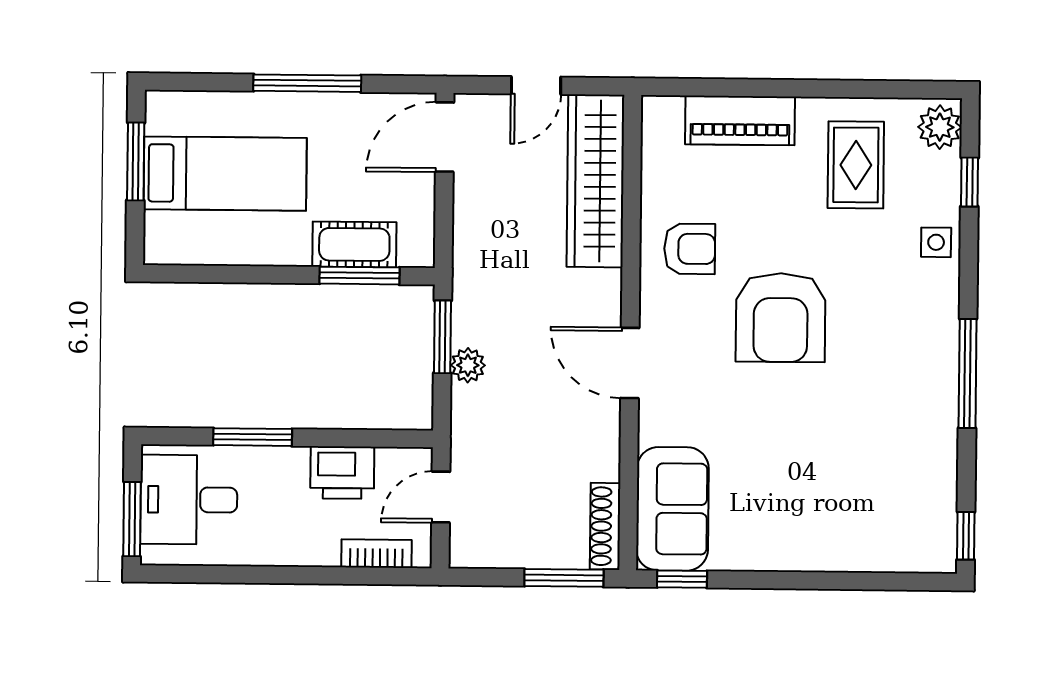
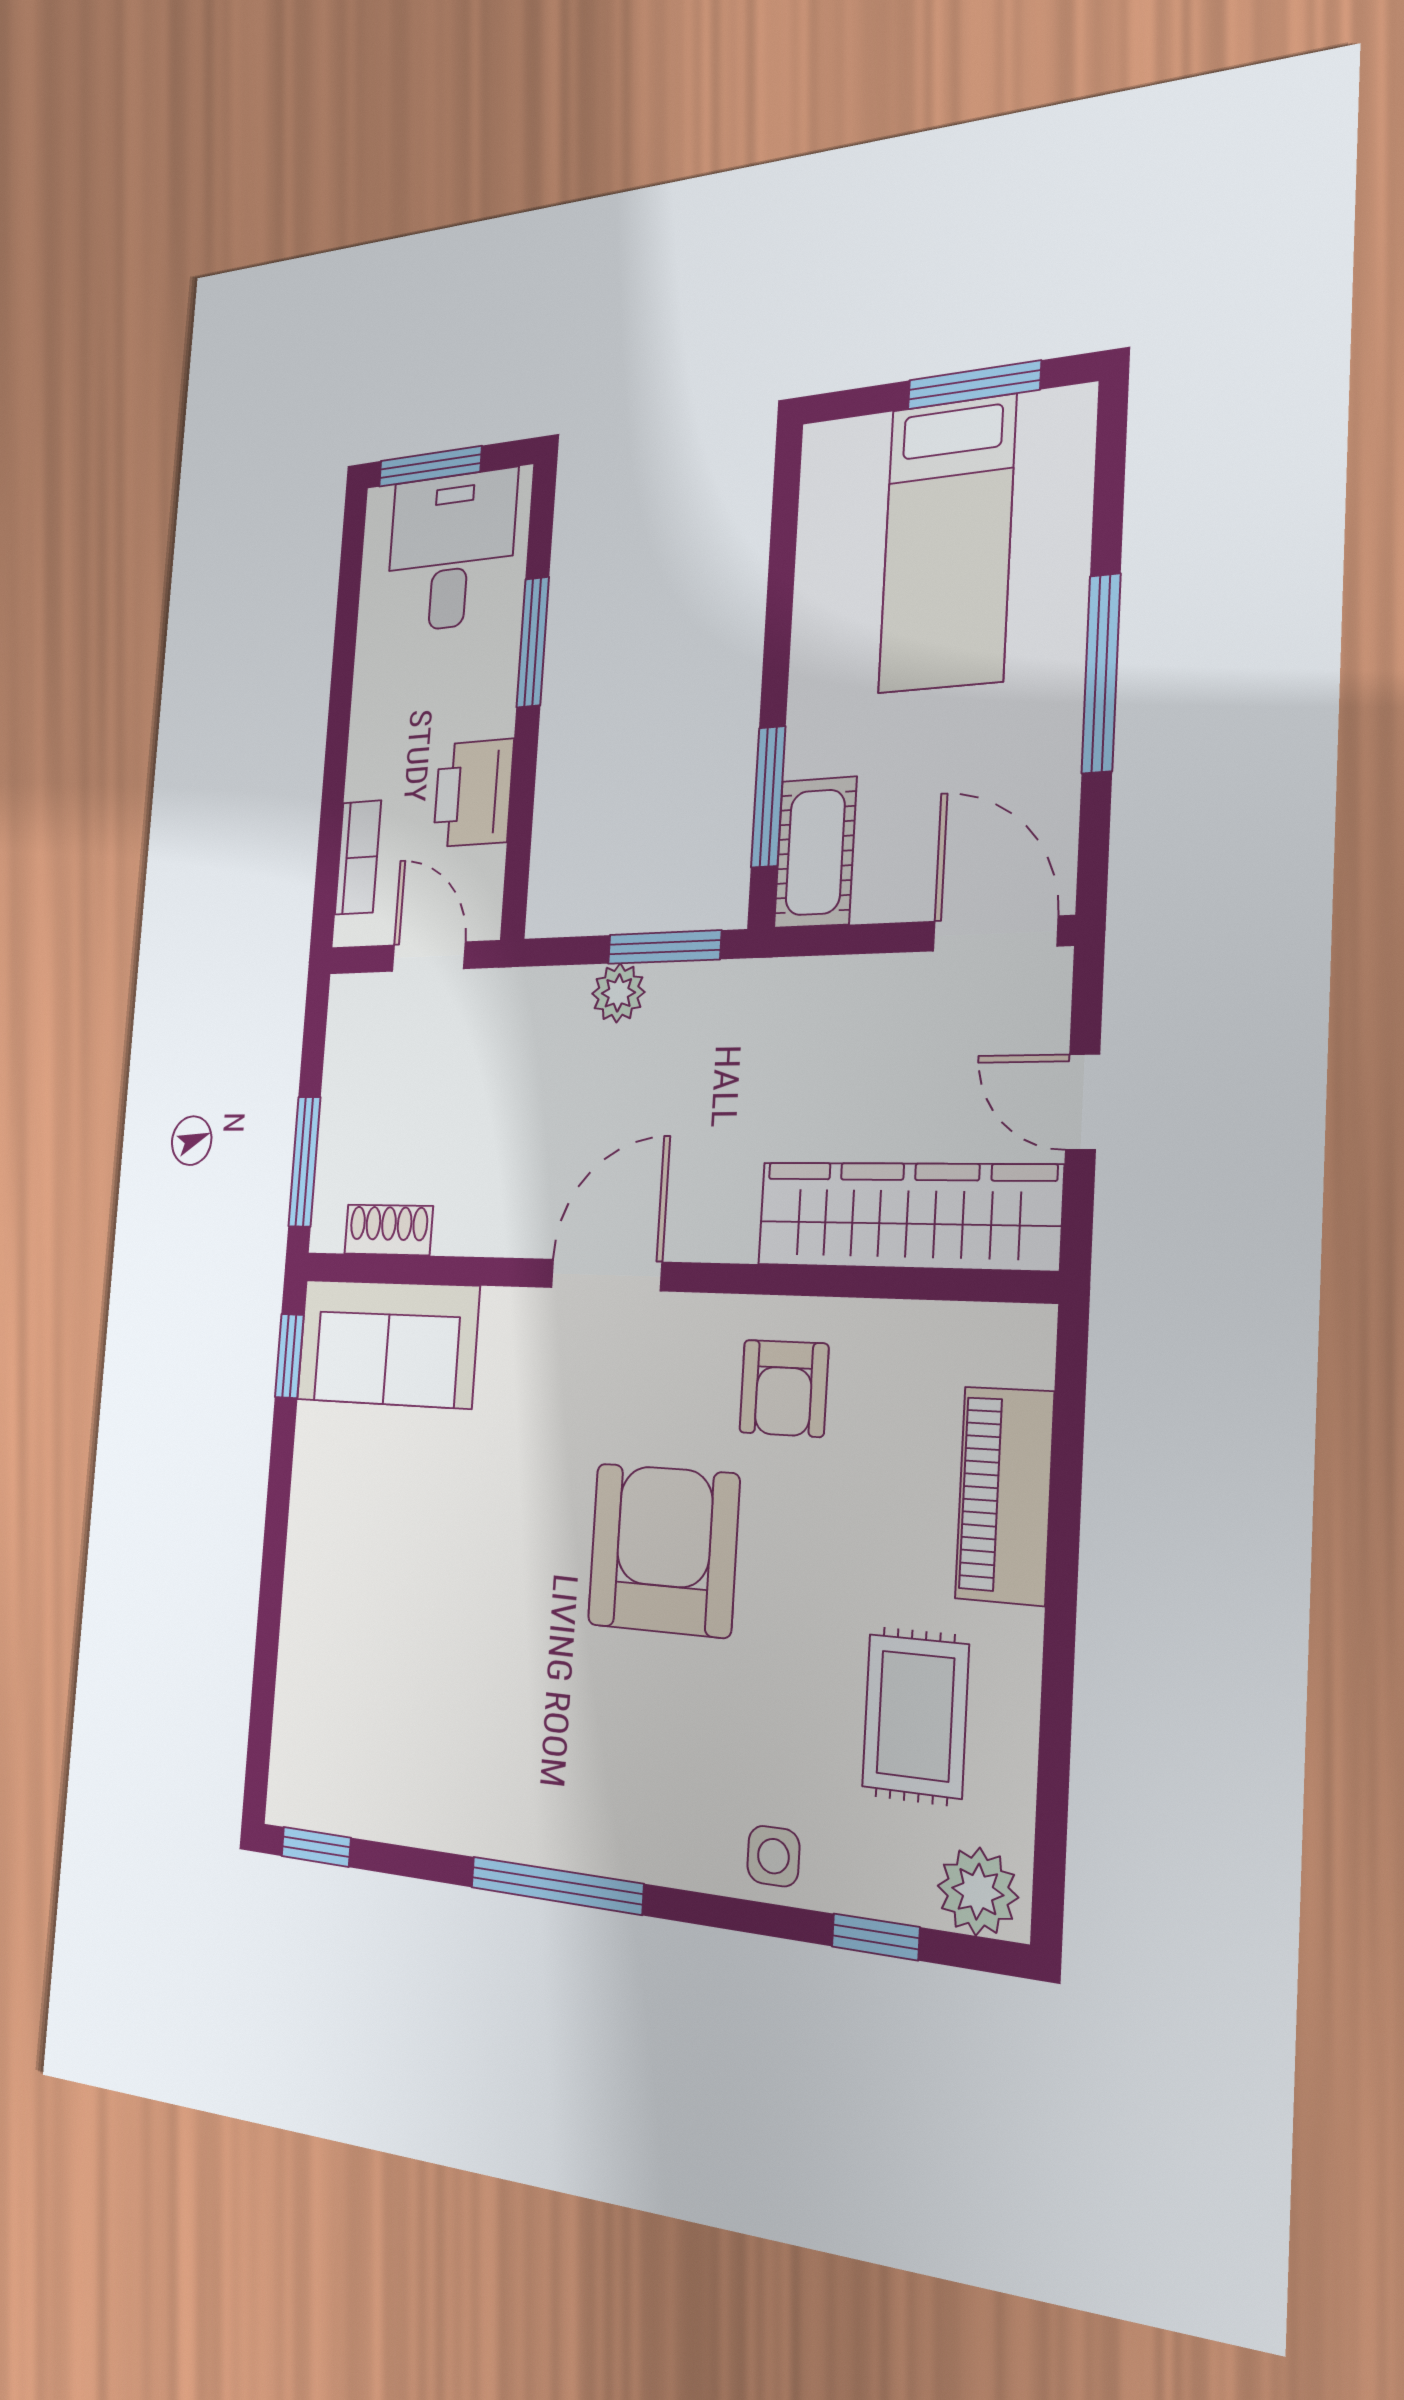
rug: (856, 165) -> (915, 1716), turned 90
cot: (354, 244) -> (815, 852), moved
armchair: (781, 318) -> (663, 1550), turned 90
shoe rack: (605, 526) -> (388, 1230), width x0.70

